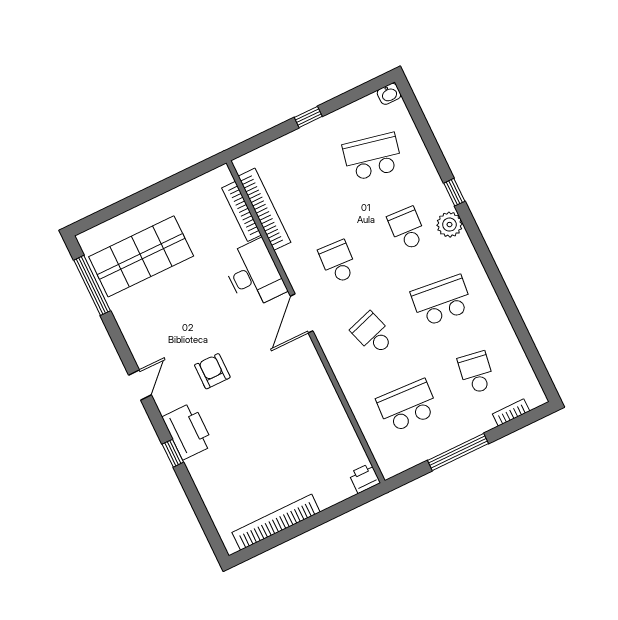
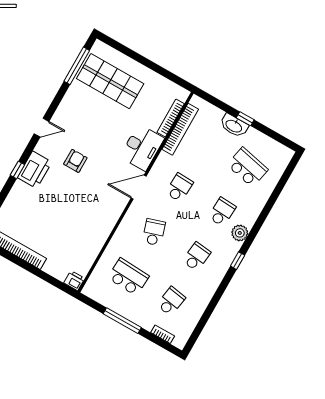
washbasin: (389, 94) -> (234, 126), moved, width x1.91, depth x1.45
window: (454, 192) -> (238, 261), moved
school desk: (442, 301) -> (197, 257), width x0.54

